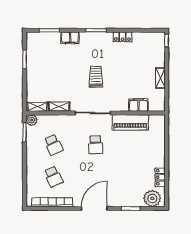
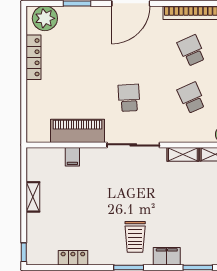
locker: (122, 37) -> (73, 258), moved
trolley: (96, 77) -> (135, 237), moved
filing cabinet: (139, 105) -> (72, 157), width x0.50
locker: (160, 177) -> (33, 57), width x1.53

